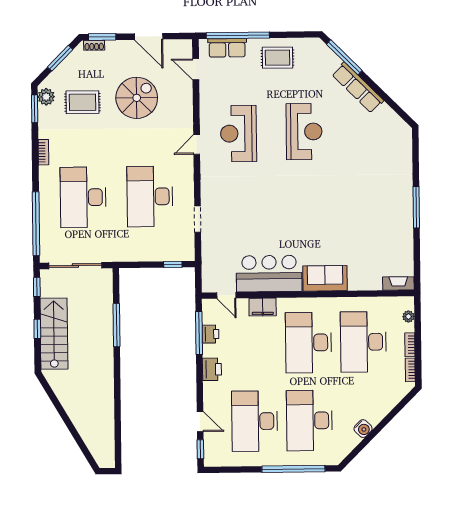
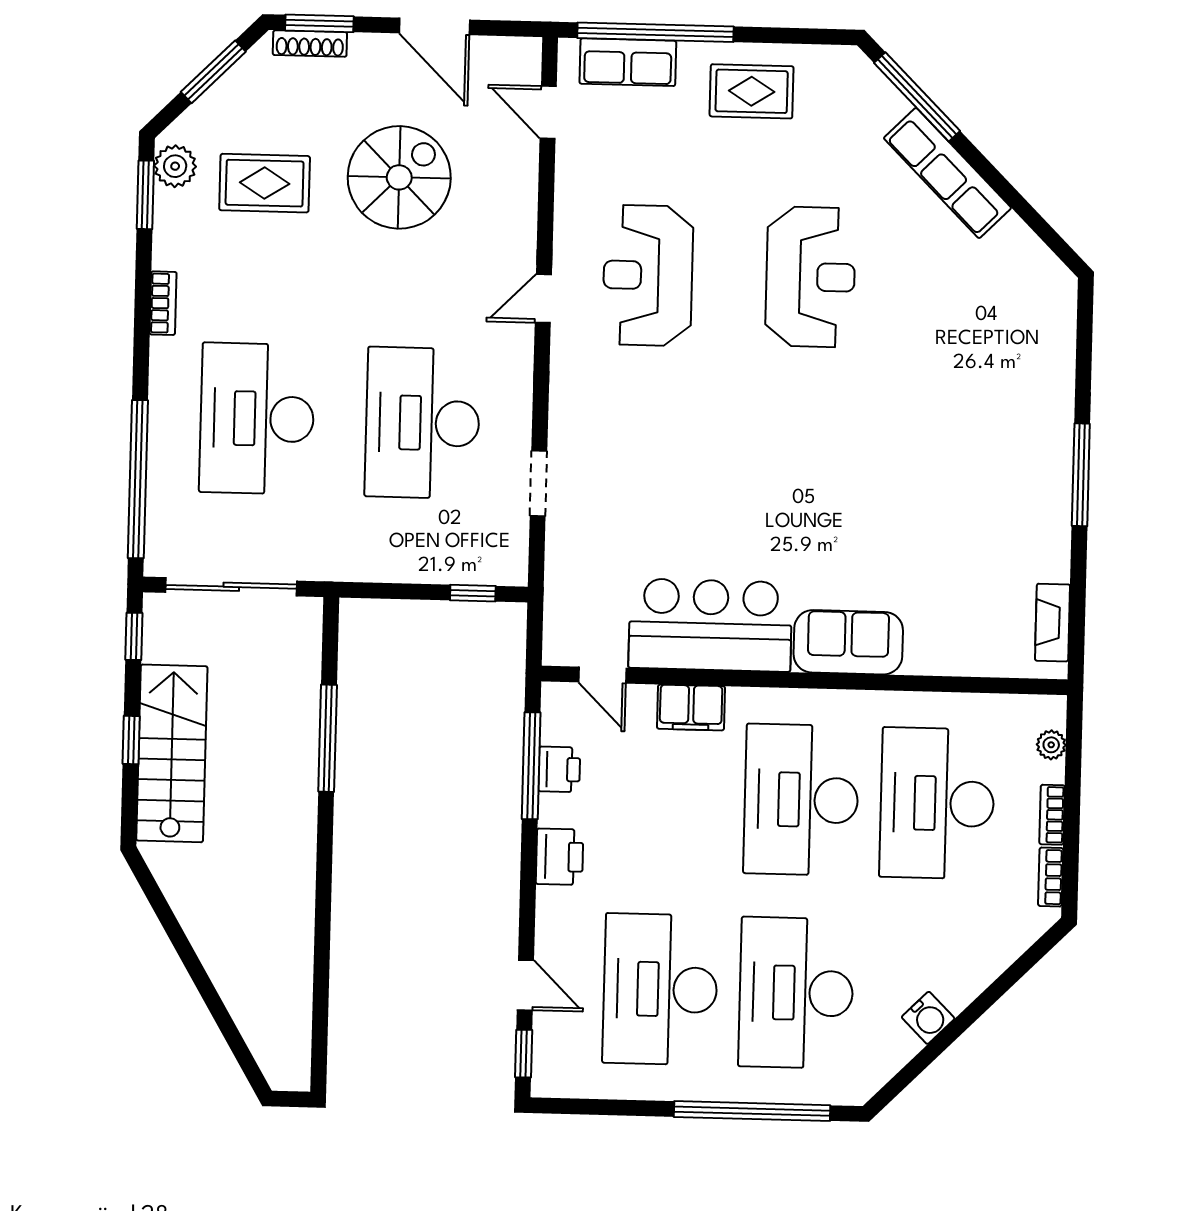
shoe rack: (94, 45) -> (310, 44), width x1.43
fireplace: (398, 283) -> (1053, 623), moved, turned -90

